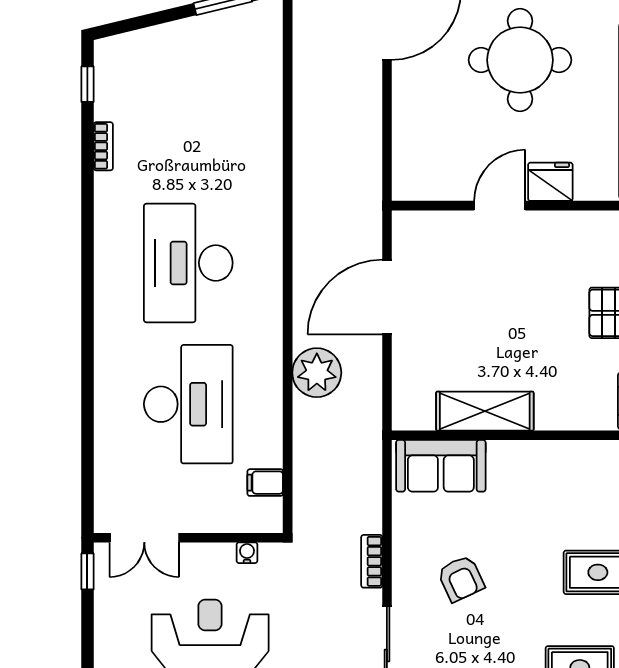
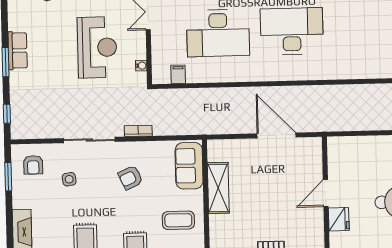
door: (500, 206) -> (326, 193), swing flipped
plant: (317, 373) -> (236, 100), removed
coffee table: (545, 489) -> (178, 220), added

